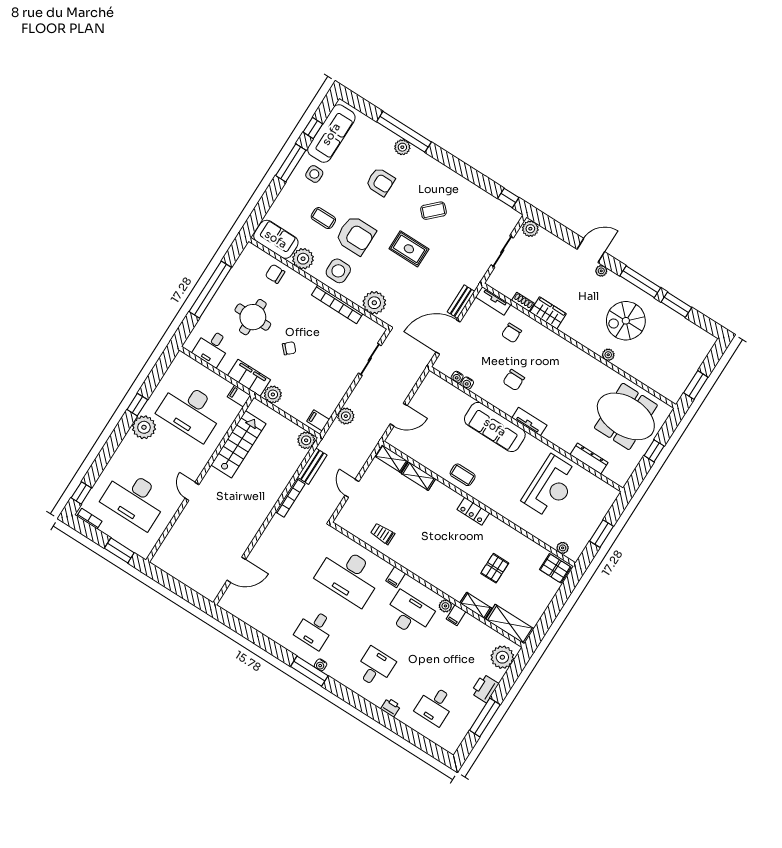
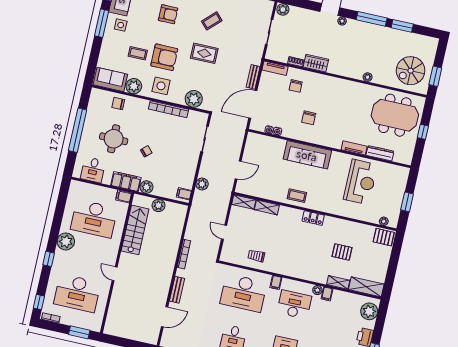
spiral stairs: (626, 321) -> (411, 71), moved
window: (137, 405) -> (49, 259), moved
tv unit: (529, 422) -> (354, 148), moved
plant: (306, 440) -> (159, 205), moved
bench: (312, 466) -> (177, 290), moved
pallet: (495, 568) -> (342, 252), turned 90

